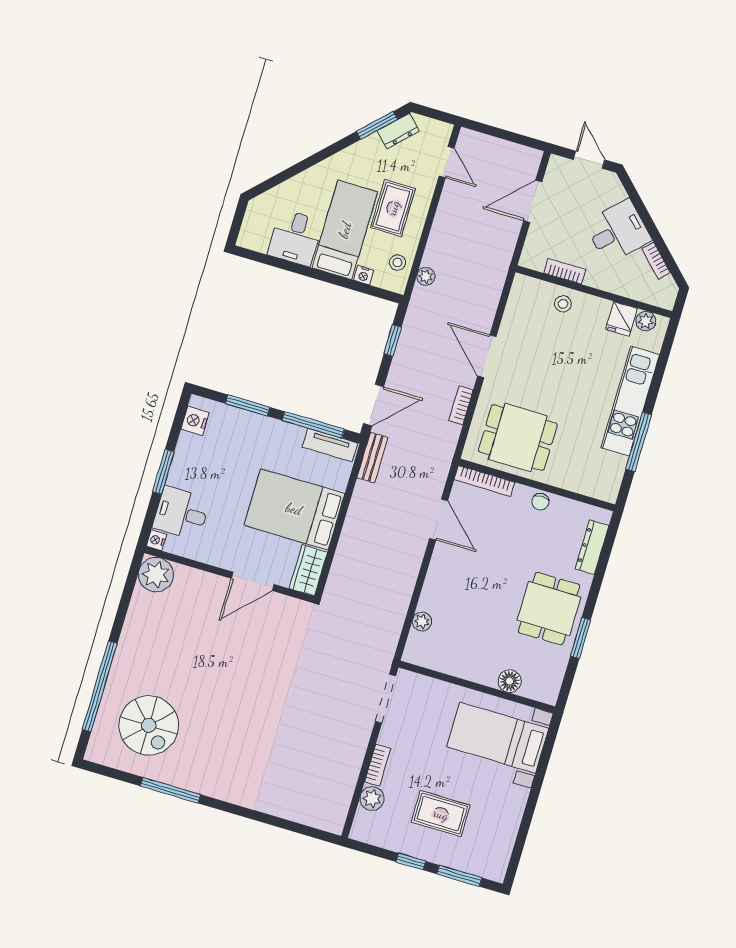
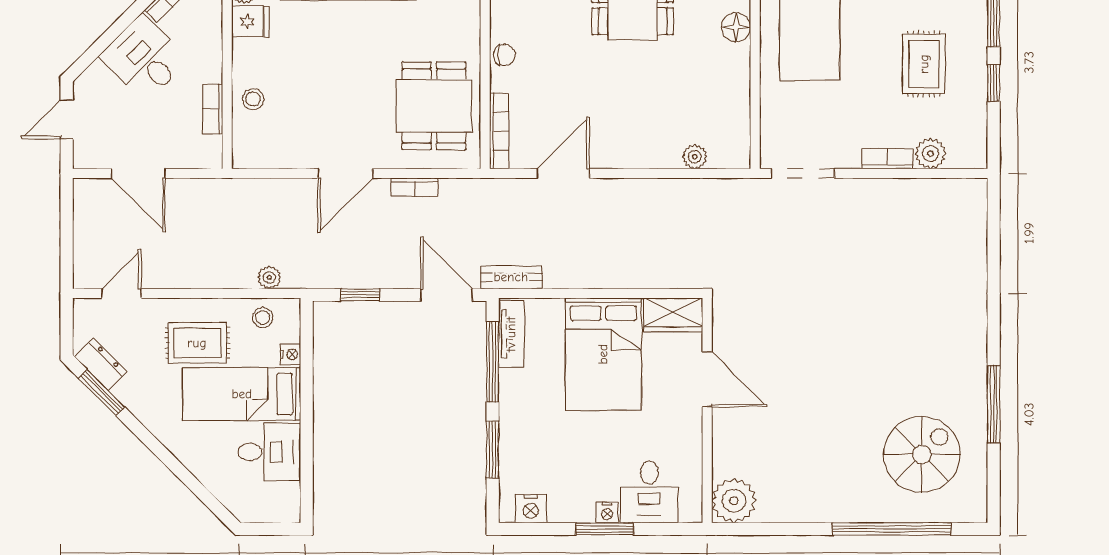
nightstand: (156, 540) -> (607, 512), moved

